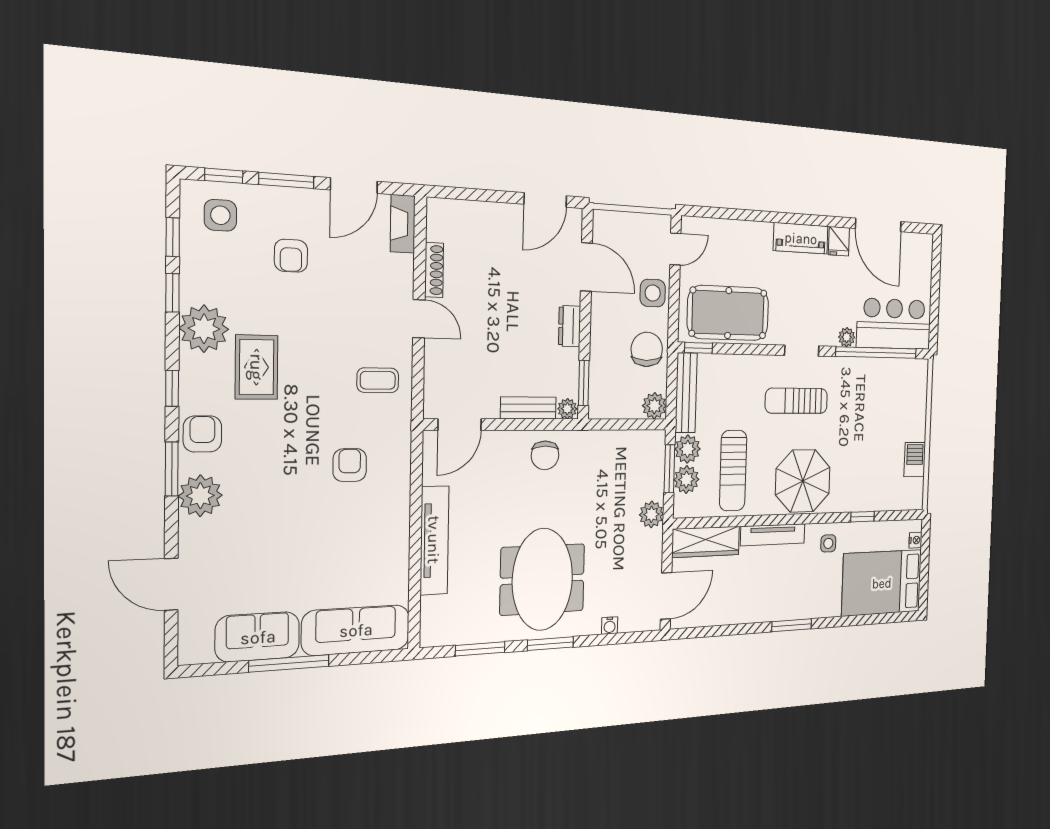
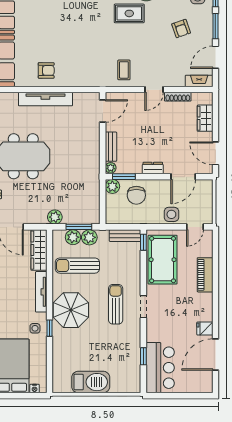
door: (354, 186) -> (215, 57), hinge flipped
wardrobe: (478, 216) -> (205, 118), added
piano: (801, 238) -> (205, 275), moved
door: (675, 249) -> (195, 227), hinge flipped
armchair: (291, 256) -> (181, 29), turned -109
plant: (847, 337) -> (152, 336), removed
chair: (647, 349) -> (136, 195), moved, turned 90
window: (876, 353) -> (143, 356), width x0.32
bench: (686, 393) -> (125, 236), width x0.73
plant: (654, 406) -> (112, 186), moved
door: (460, 425) -> (103, 111), swing flipped
chair: (545, 455) -> (87, 156), removed
barbecue: (915, 460) -> (91, 382), width x1.88, depth x1.53
armchair: (350, 465) -> (46, 70), moved
window: (862, 517) -> (49, 328), moved

